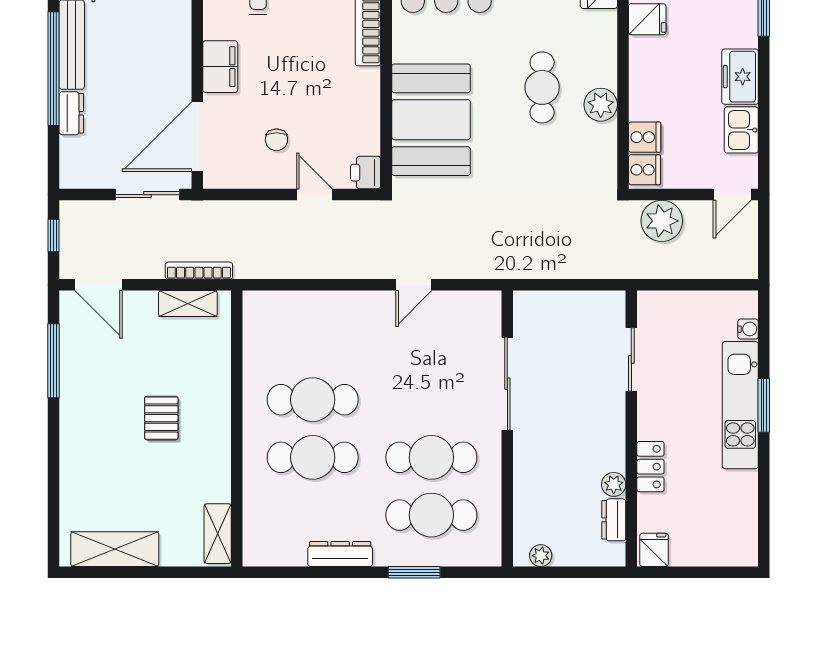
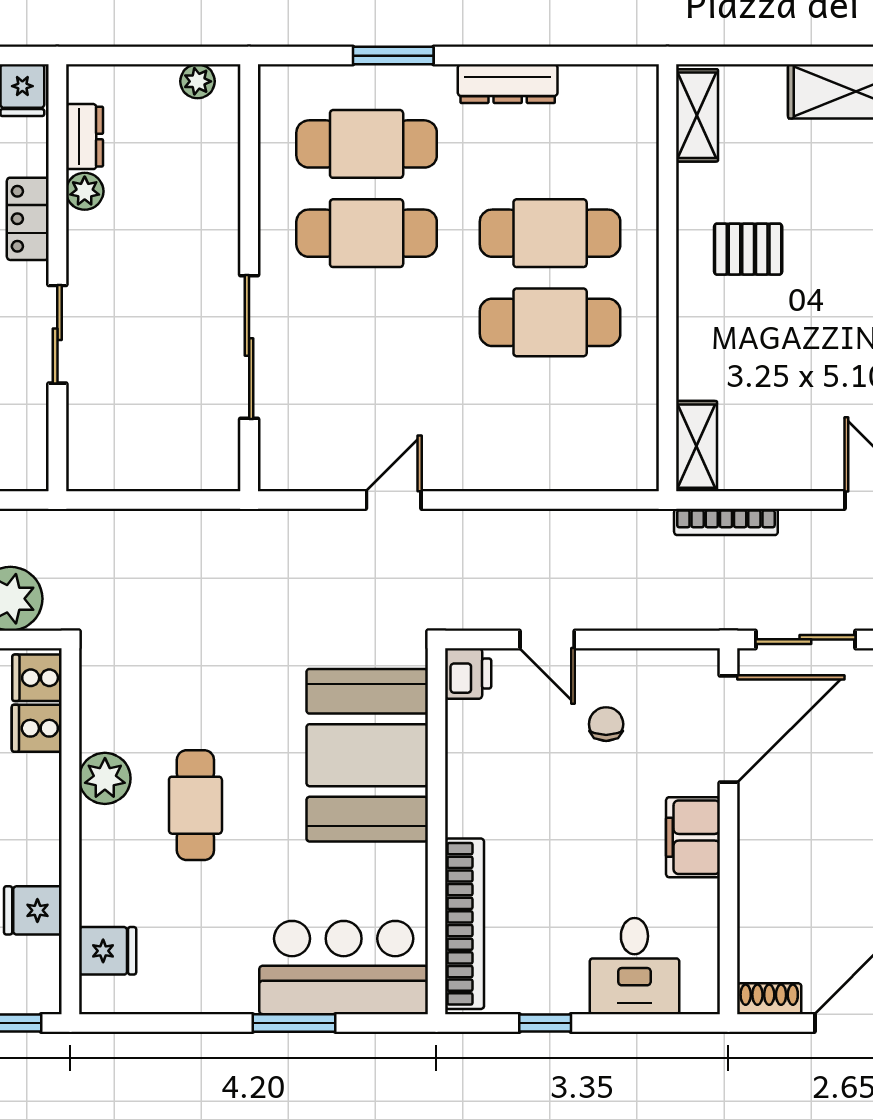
shelving: (188, 304) -> (697, 446), moved, turned 90
sliding door: (631, 360) -> (57, 334), moved
pallet: (161, 418) -> (748, 249), moved, turned 90

